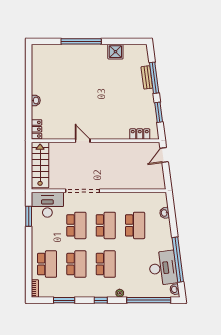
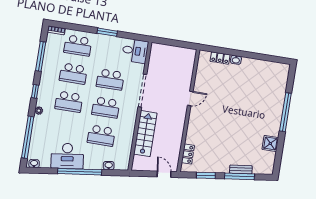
locker: (37, 129) -> (220, 58), moved
stairs: (40, 165) -> (145, 134), moved, turned -90
desk: (47, 205) -> (135, 51), width x0.73
window: (29, 216) -> (107, 32), moved
window: (178, 260) -> (80, 172), moved
desk: (163, 268) -> (67, 156), moved
window: (64, 300) -> (41, 56), width x1.44

